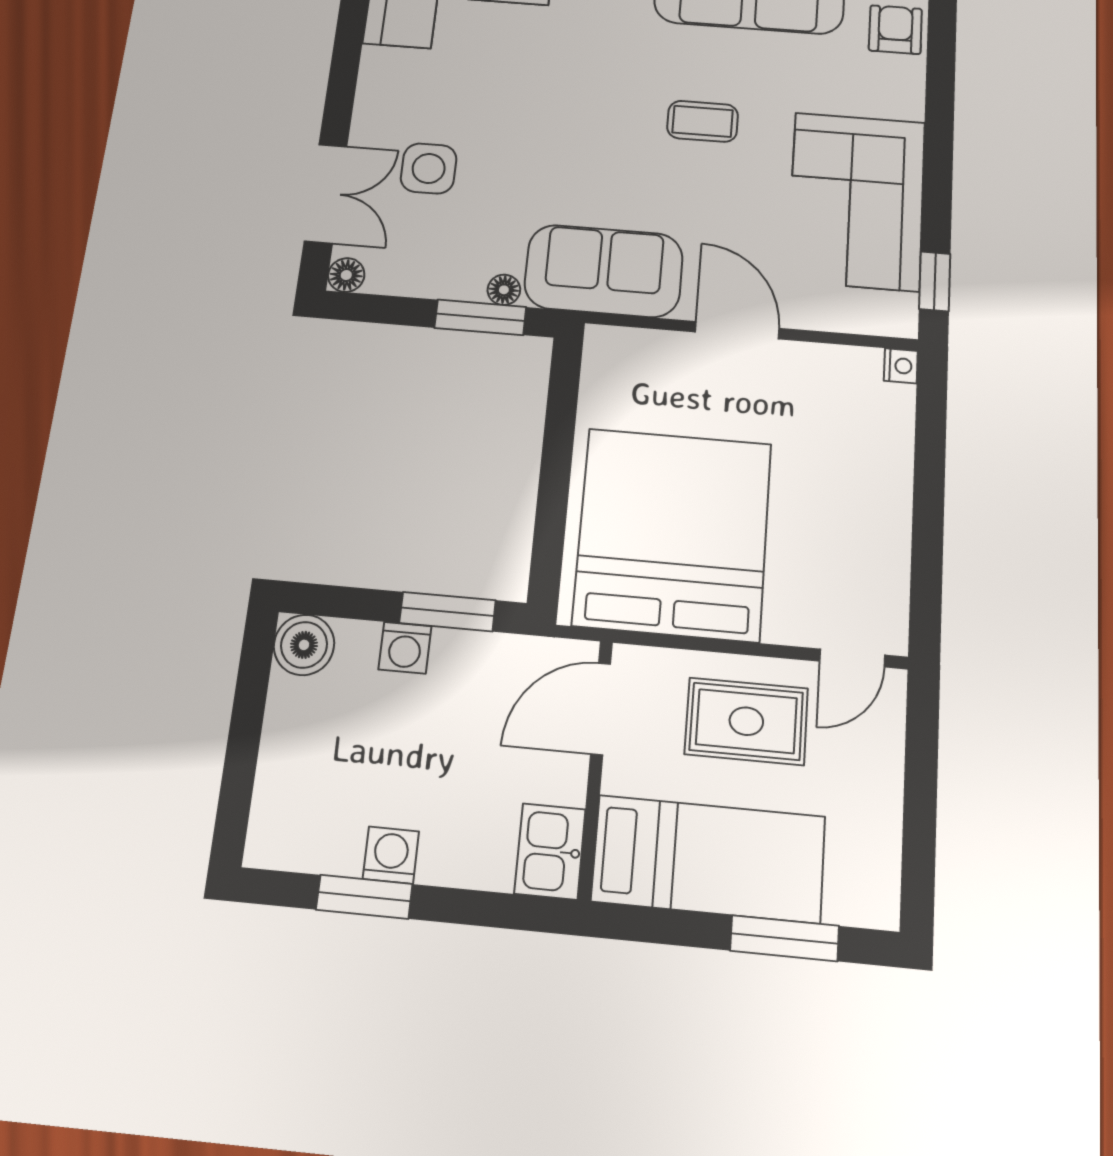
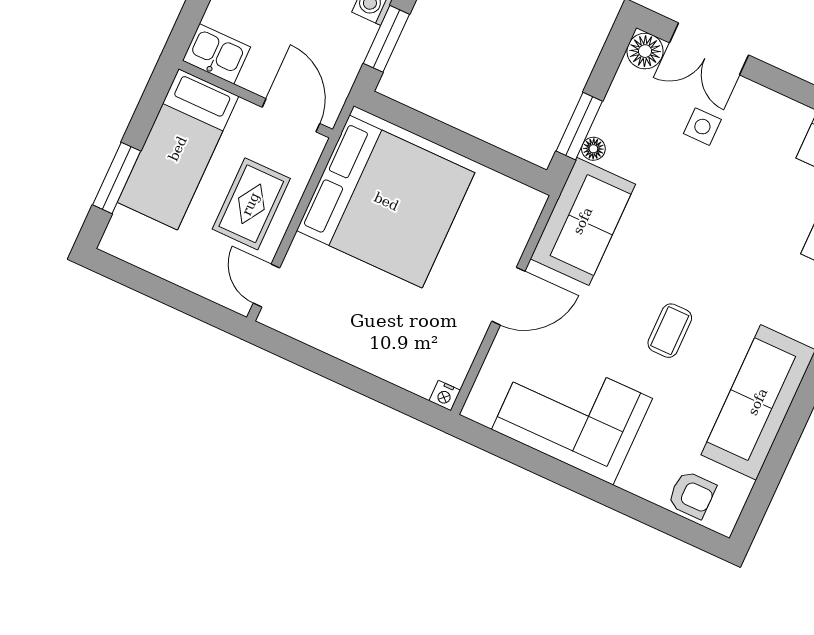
side table: (429, 168) -> (702, 127), width x0.73, depth x0.73
floor lamp: (346, 275) -> (645, 51), width x1.37, depth x1.37
window: (935, 281) -> (495, 443), removed

